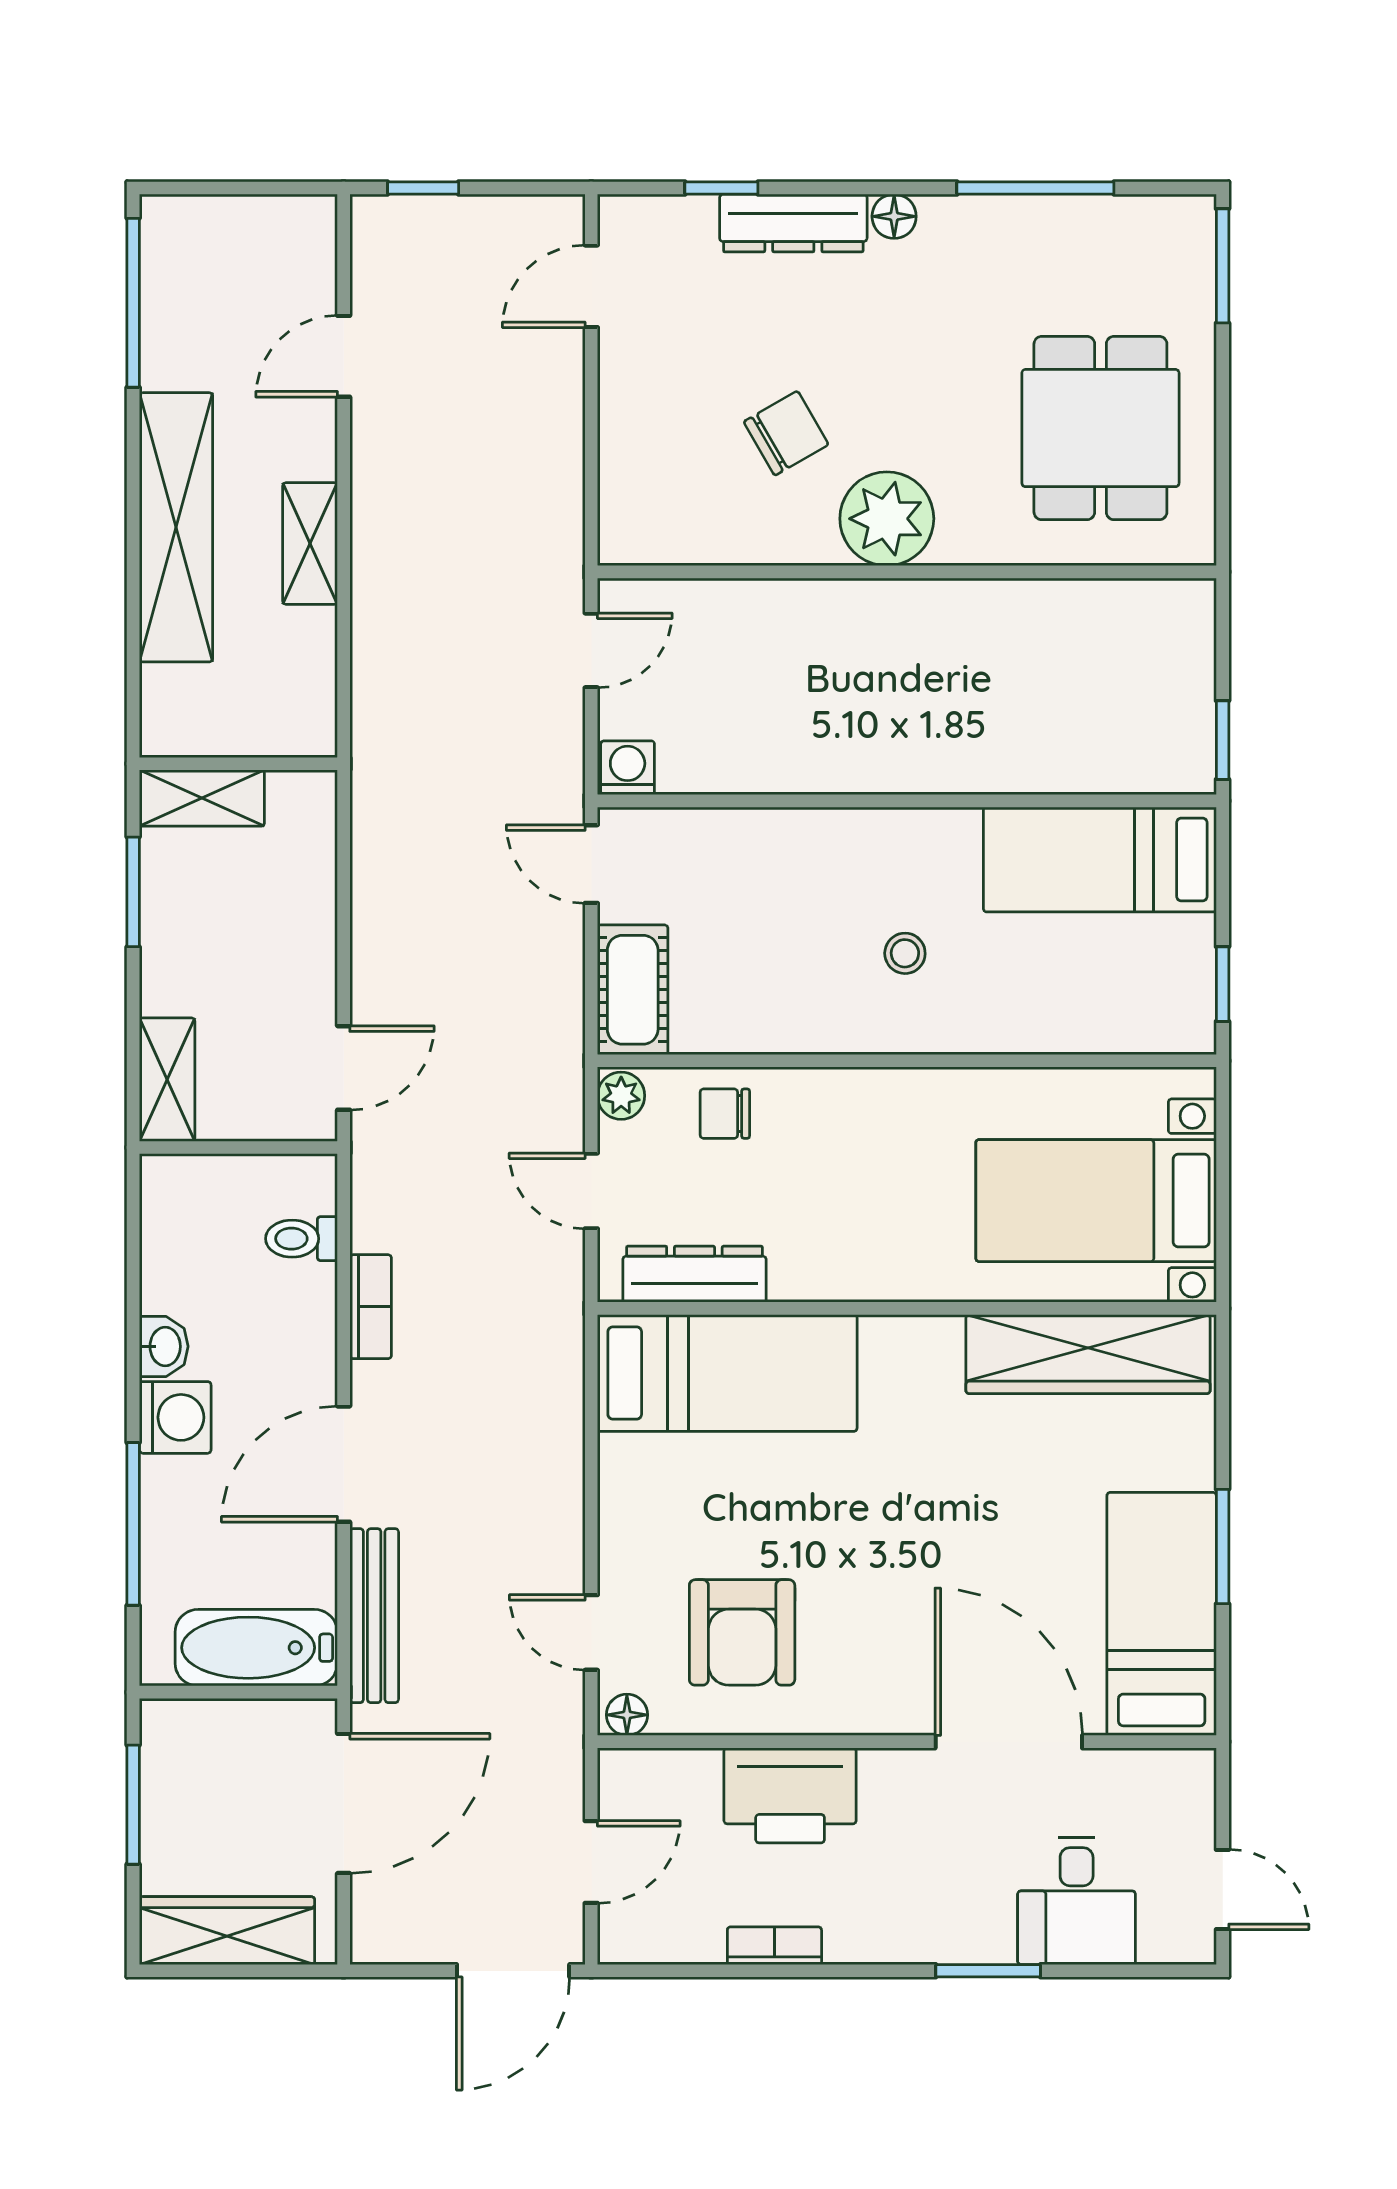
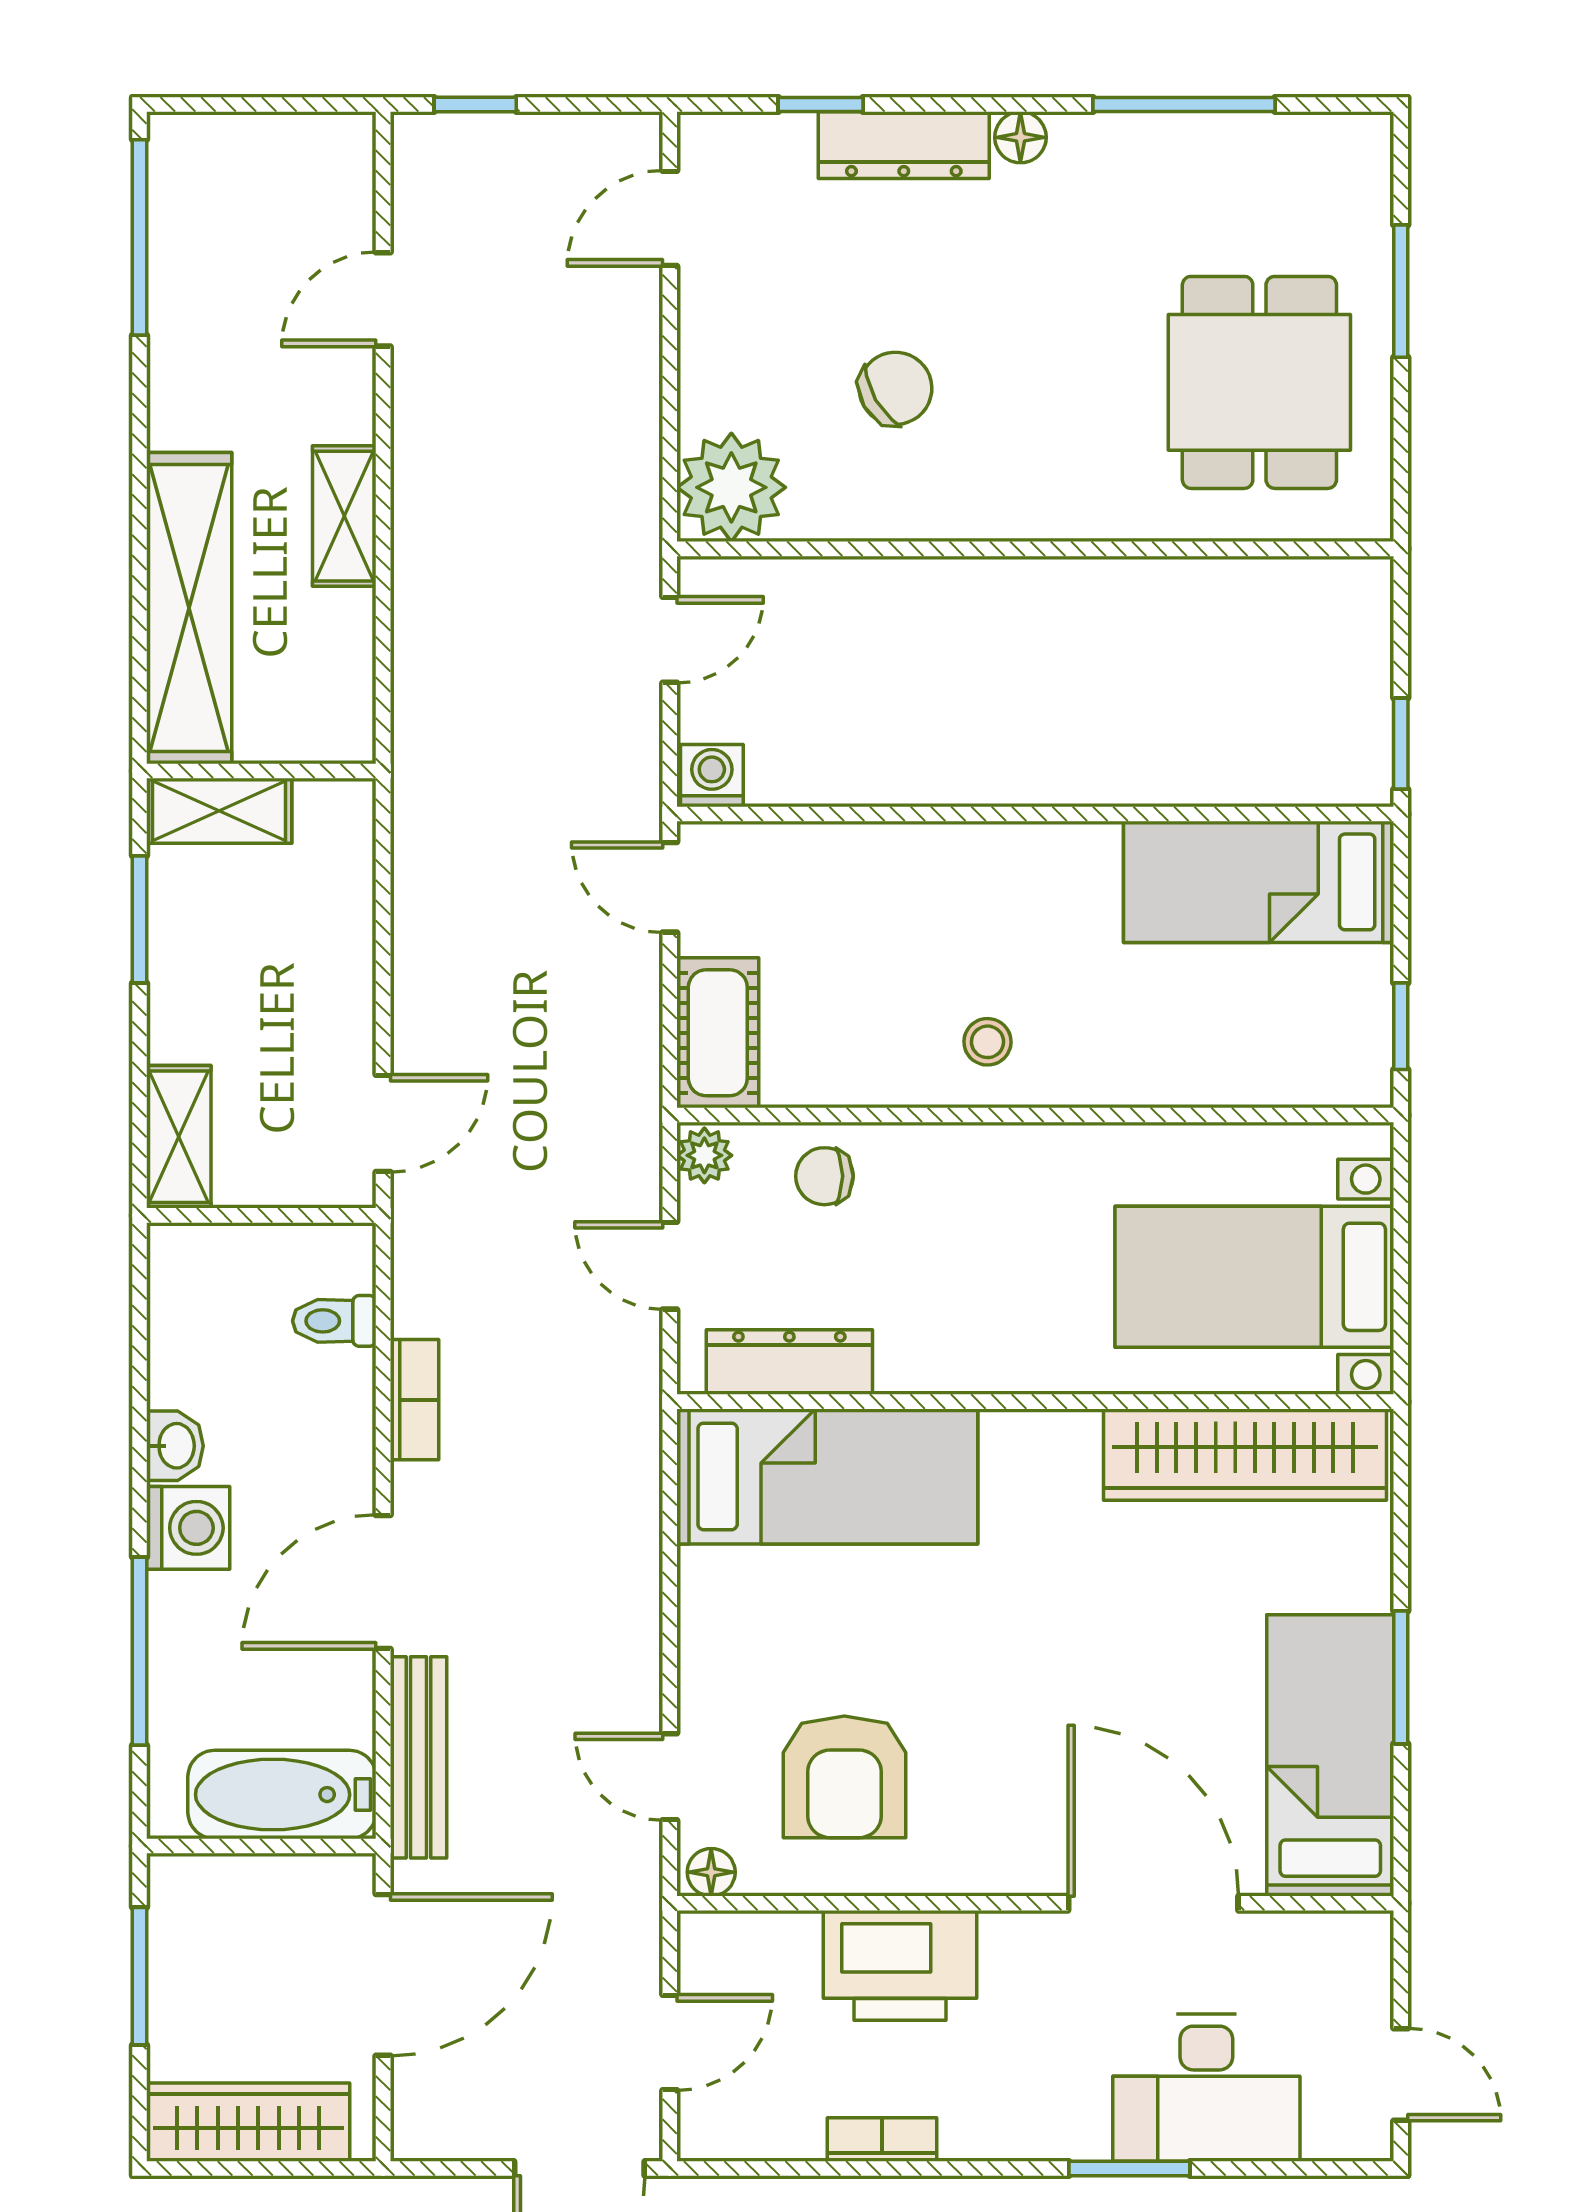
window: (1223, 266) -> (1401, 291), moved
plant: (887, 519) -> (731, 487), moved
shelving: (176, 527) -> (189, 608), moved
stool: (905, 953) -> (988, 1042), moved
desk: (1077, 1901) -> (1206, 2088), width x1.37

